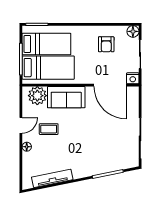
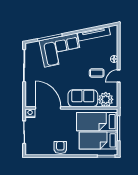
floor lamp: (133, 31) -> (30, 150), removed
armchair: (106, 44) -> (60, 148), moved
corner sofa: (94, 158) -> (61, 50), added

